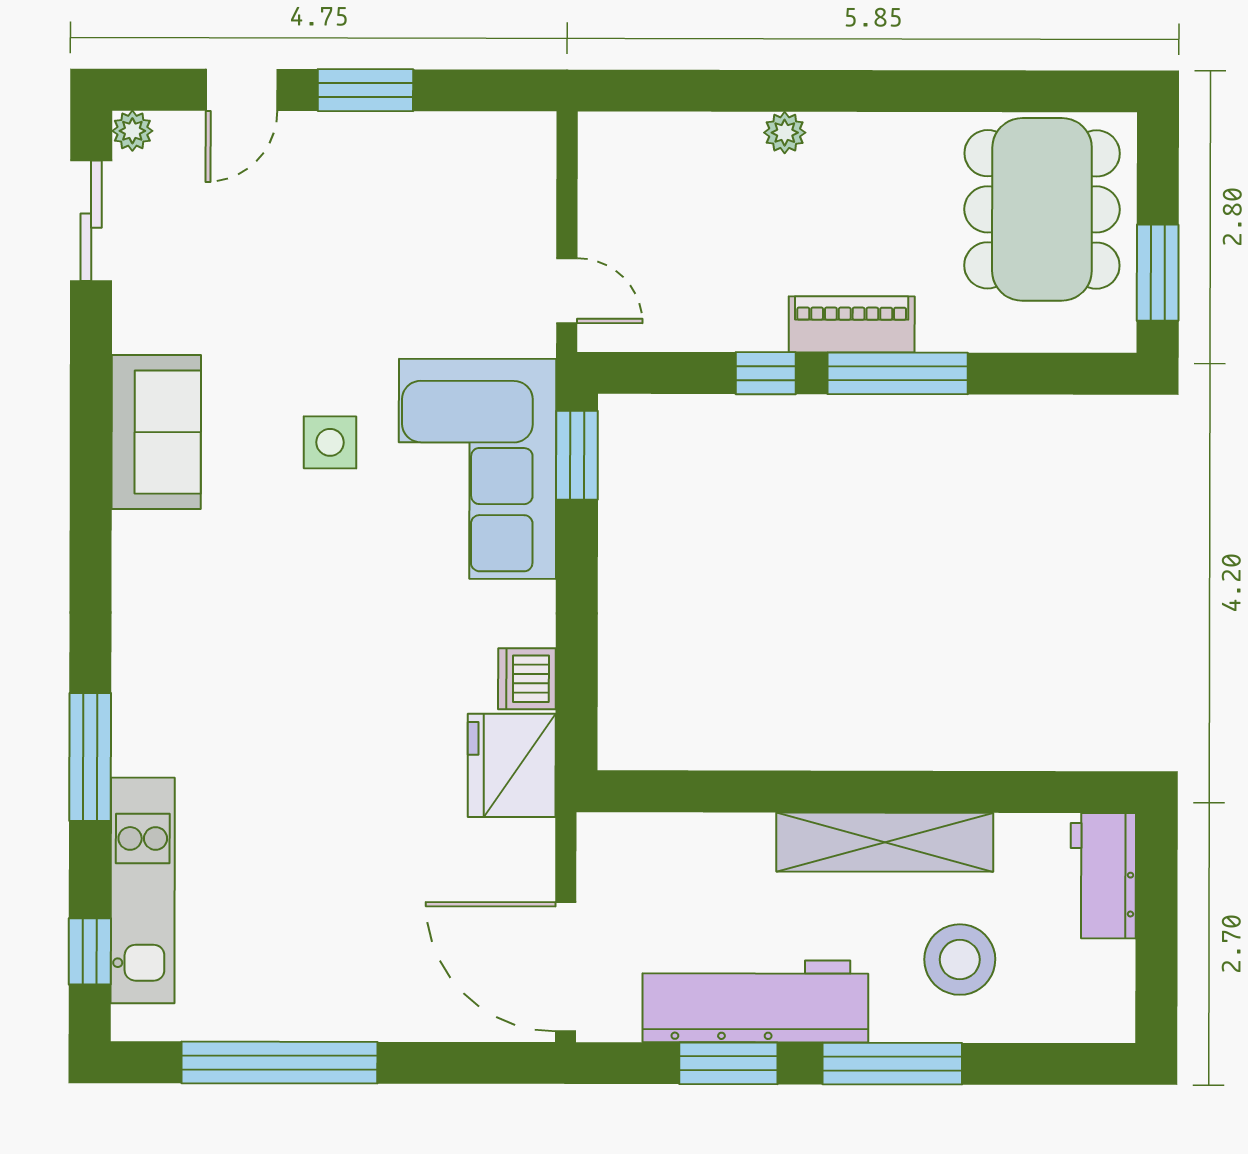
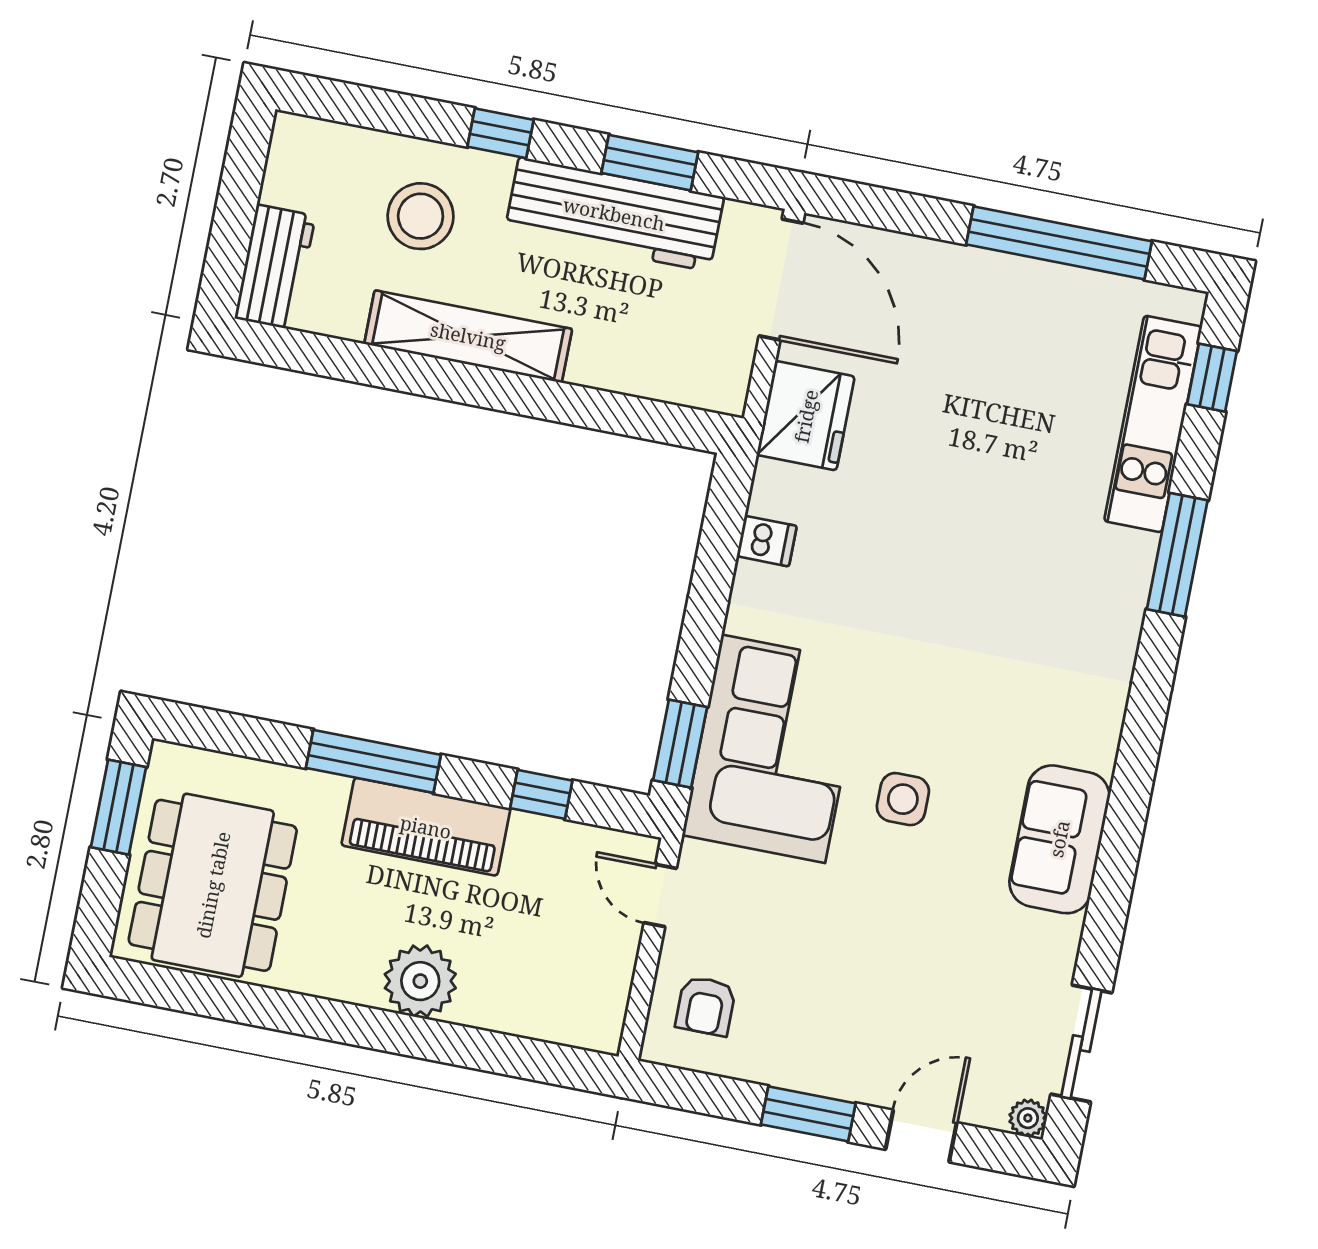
plant: (785, 133) -> (420, 981), width x1.87, depth x1.87
armchair: (496, 183) -> (706, 1006), added
piano: (852, 324) -> (426, 827), width x1.37, depth x1.33
window: (766, 373) -> (541, 794), moved
dishwasher: (527, 679) -> (767, 541), width x0.73
fridge: (512, 765) -> (806, 416), moved
window: (892, 1064) -> (501, 133), width x0.46

